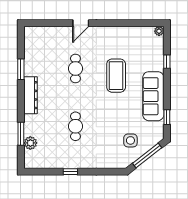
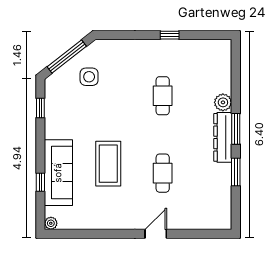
sofa: (153, 96) -> (58, 173), moved
window: (21, 134) -> (236, 129), moved
plant: (30, 143) -> (223, 102), moved

